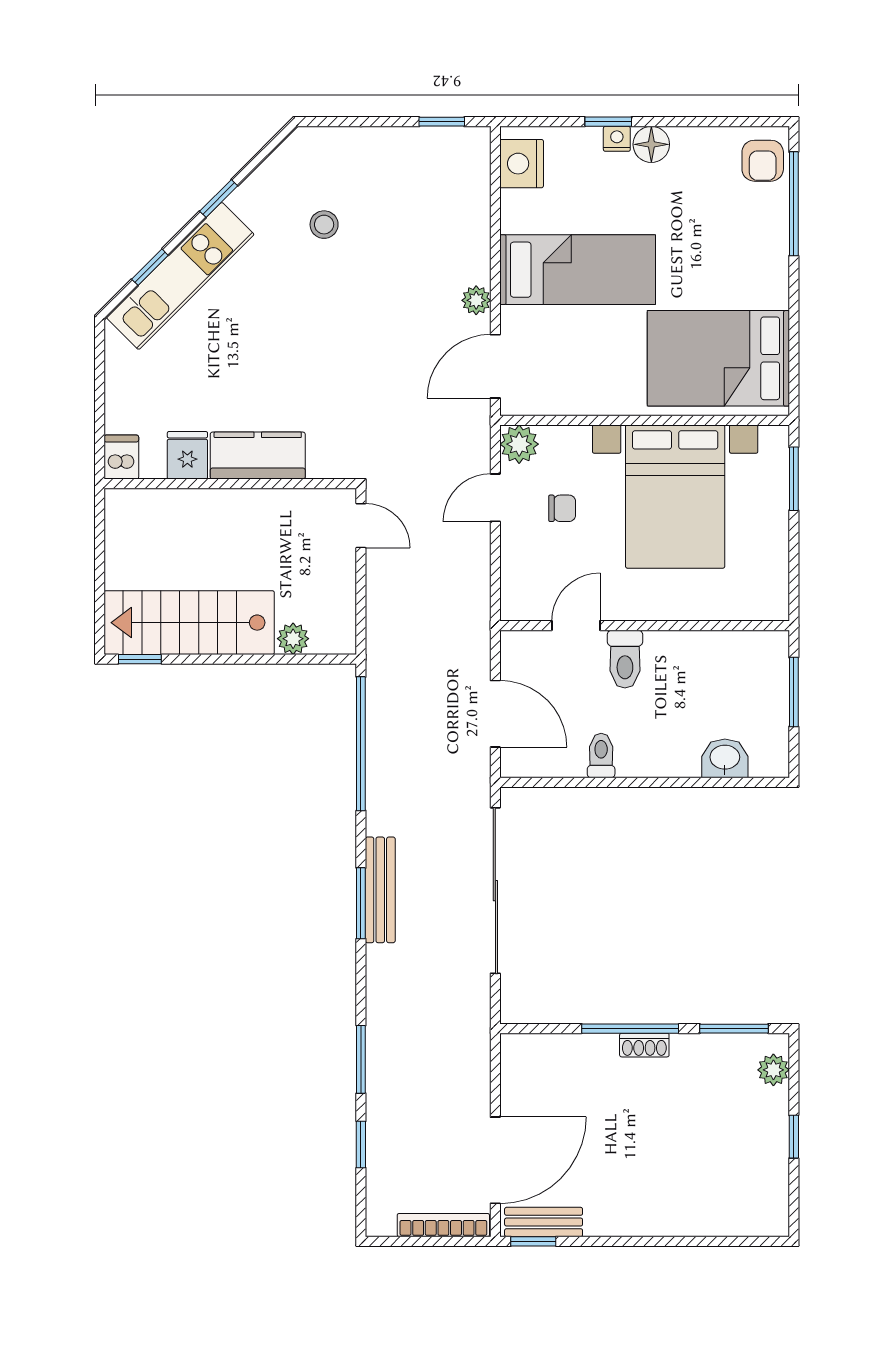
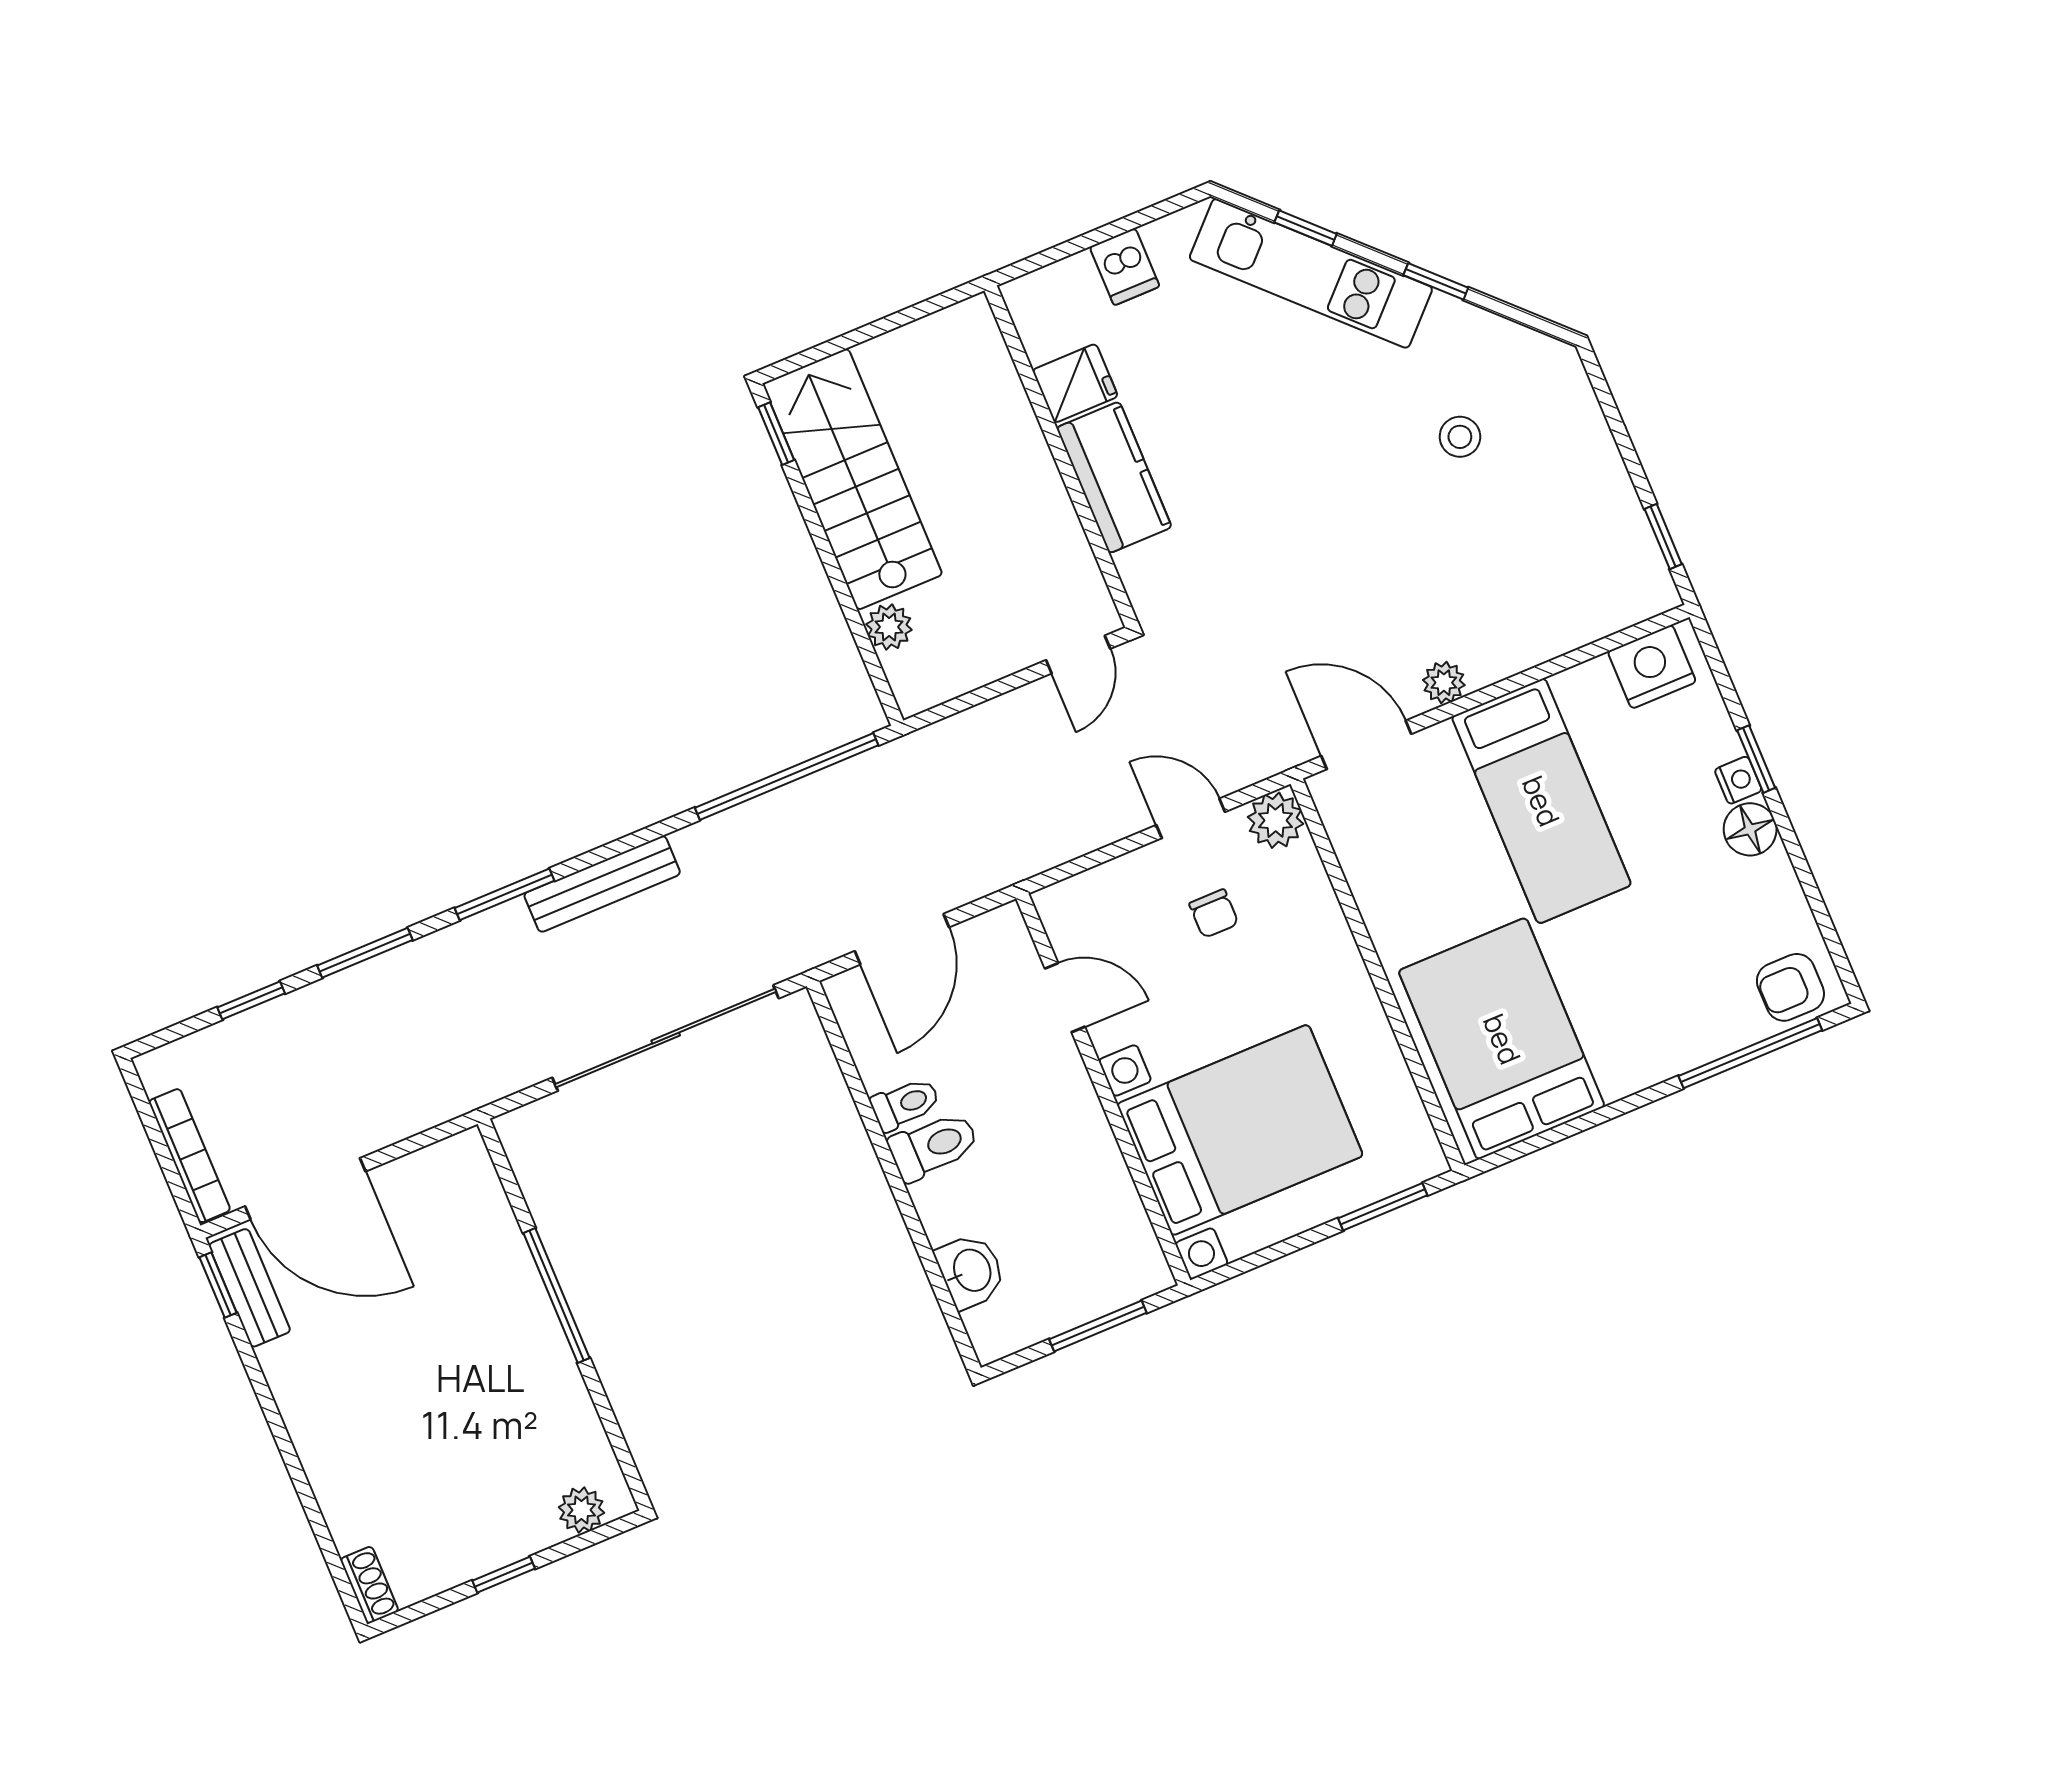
dishwasher: (121, 457) -> (1125, 267), moved, turned 90
bed with nightstands: (675, 497) -> (1240, 1130), moved, turned 180
toilet: (625, 659) -> (934, 1146), moved, turned 180
window: (361, 903) -> (505, 894), moved
window: (734, 1029) -> (615, 1434), removed
shoe rack: (644, 1045) -> (369, 1585), moved, turned 180

